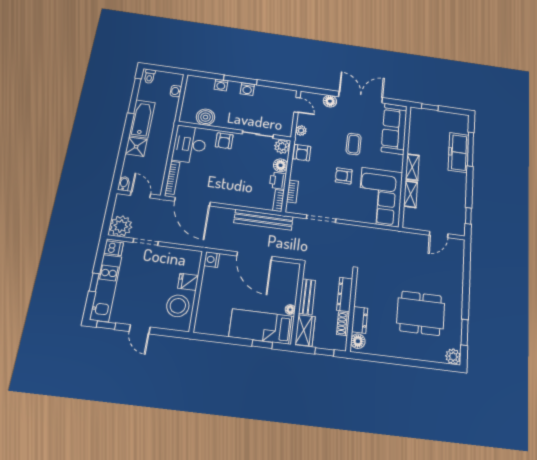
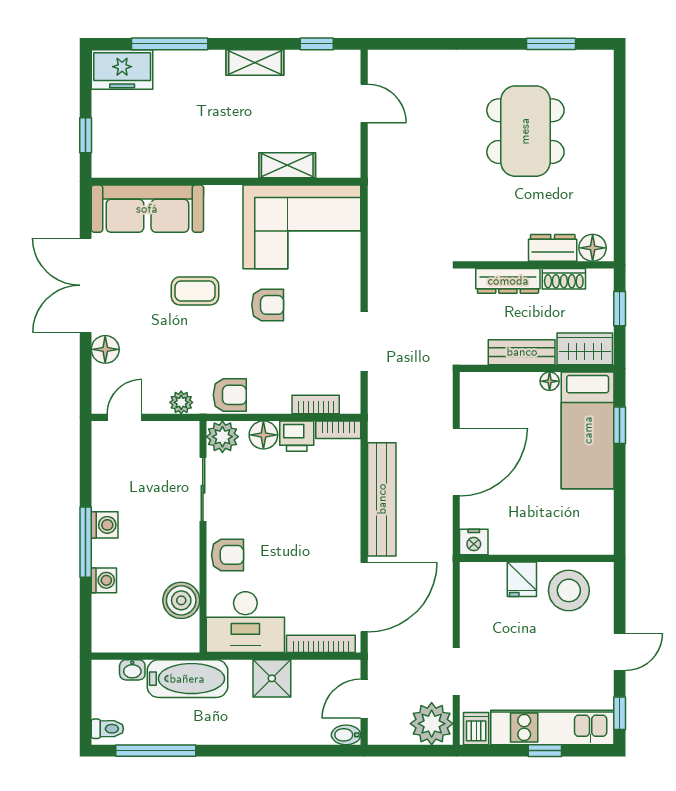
bathtub: (142, 119) -> (187, 679), moved, turned 180
shower: (136, 147) -> (272, 678), moved
freezer: (458, 152) -> (122, 70), moved, width x0.71
shelving: (412, 167) -> (255, 62), moved
armchair: (344, 176) -> (268, 305), turned -90
bench: (263, 220) -> (382, 499), moved
plant: (453, 357) -> (599, 64), removed

